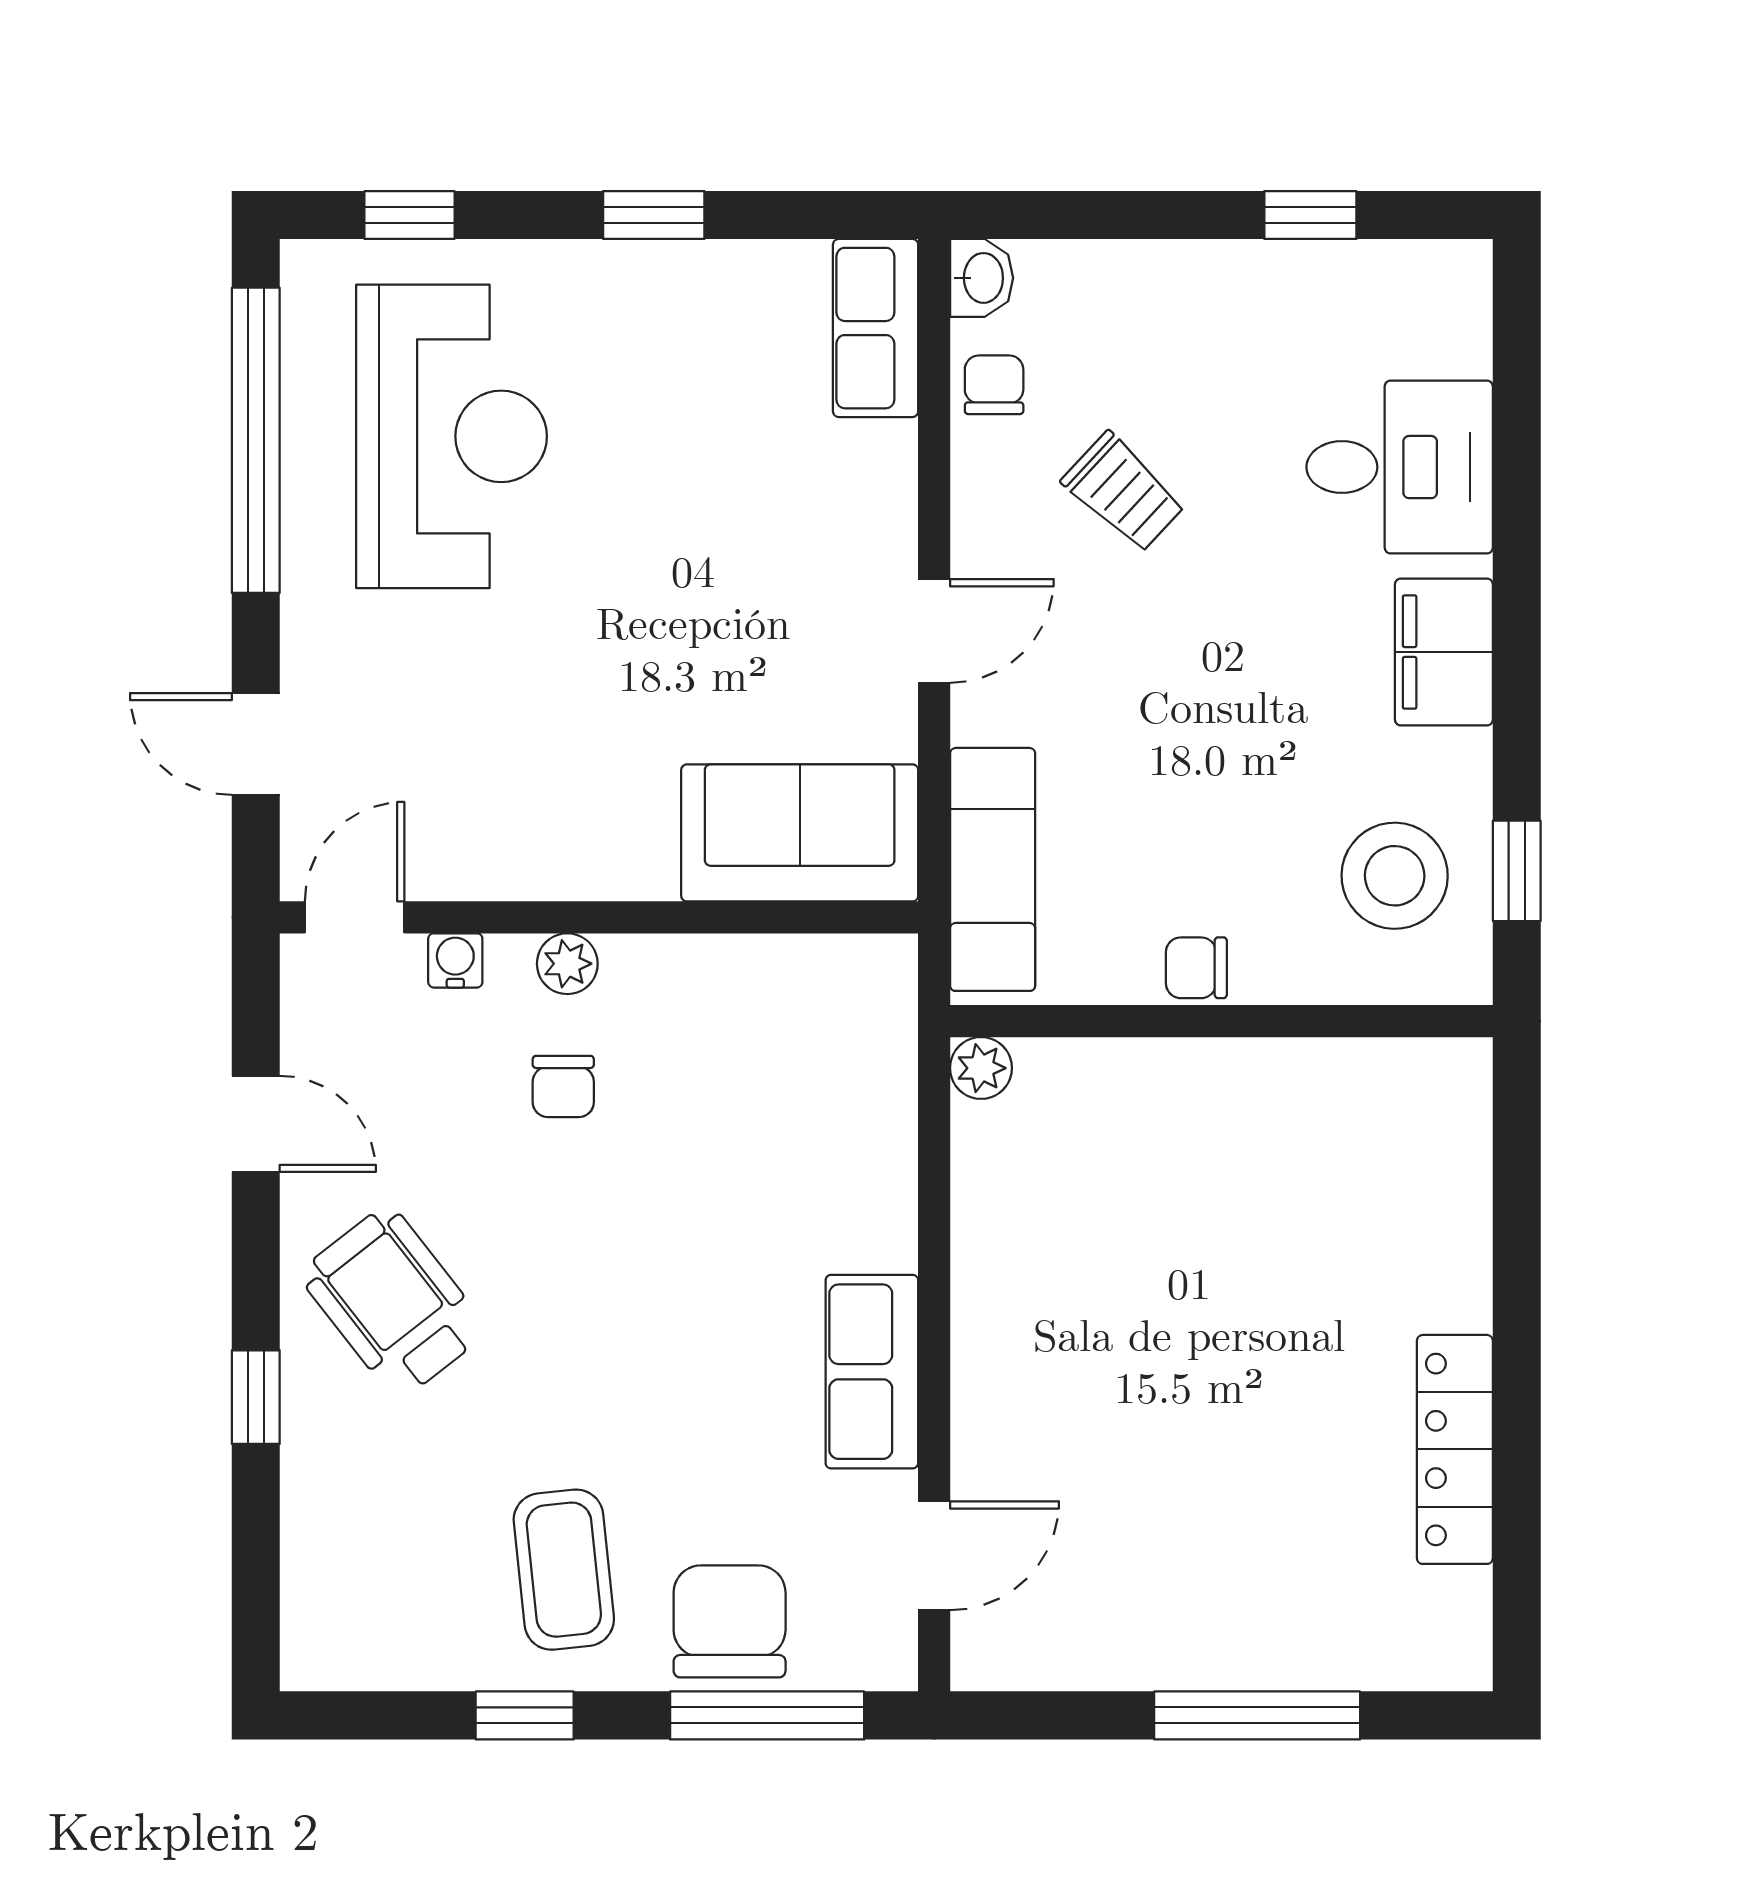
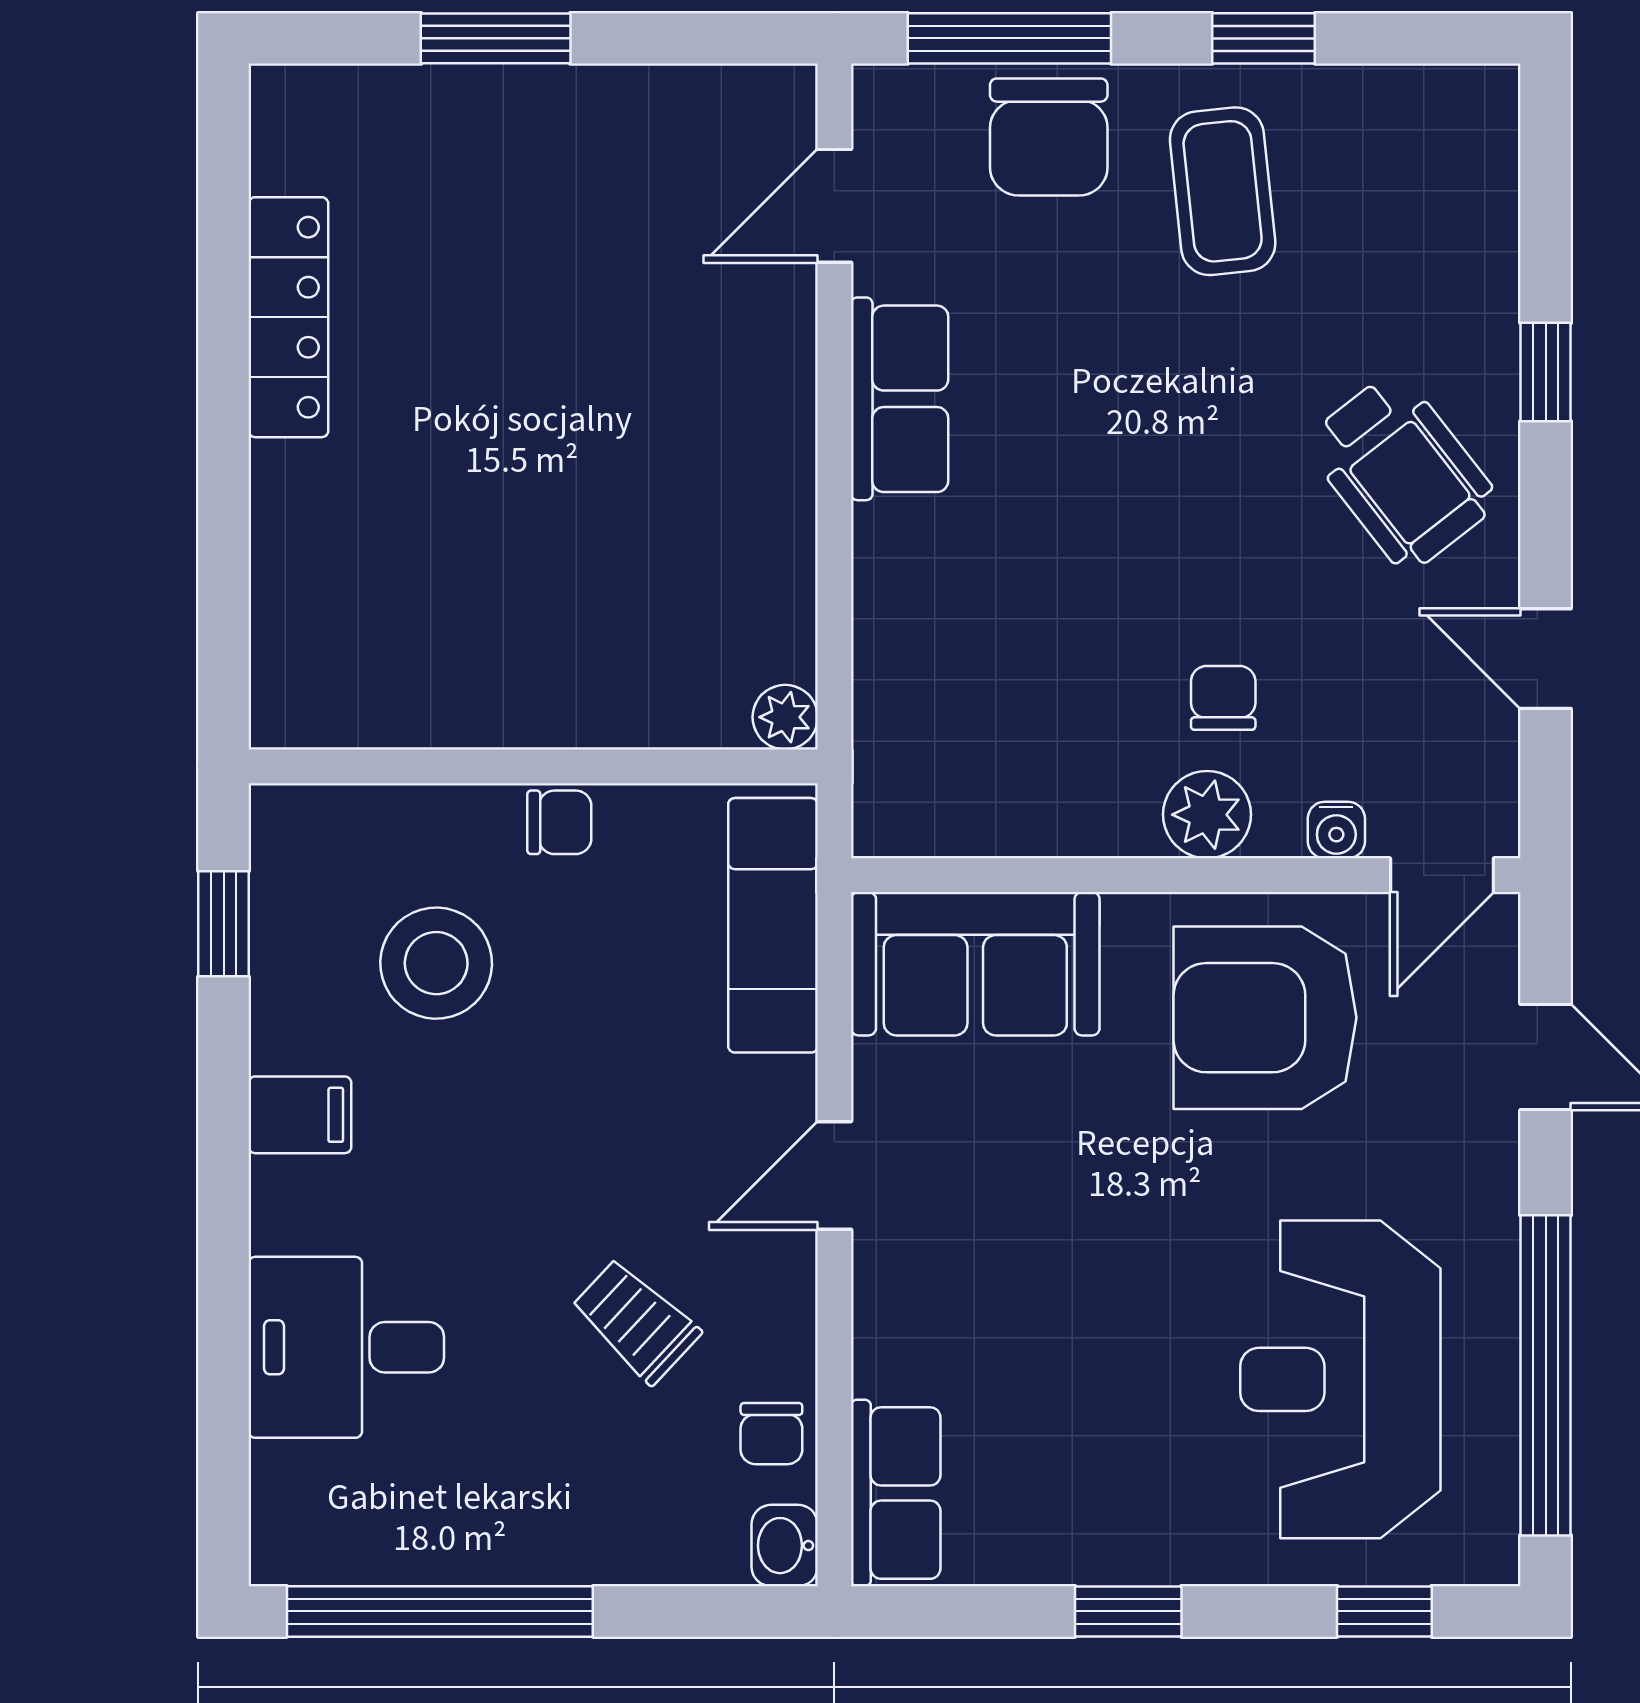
window: (1310, 215) -> (440, 1611), width x3.17
filing cabinet: (1444, 652) -> (300, 1115), width x0.50
armchair: (523, 781) -> (1265, 1018), added
stool: (1395, 876) -> (436, 963), moved
plant: (567, 964) -> (1207, 815), width x1.38, depth x1.38
window: (1257, 1715) -> (496, 38), width x0.69

